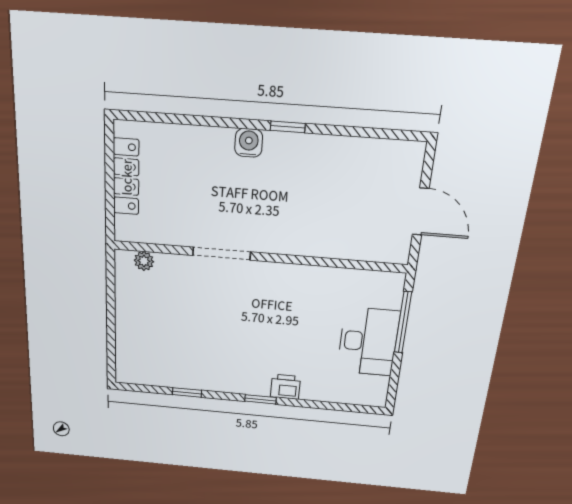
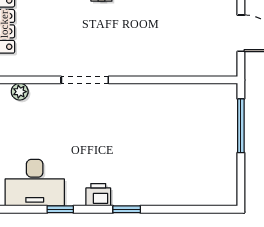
desk: (368, 342) -> (35, 183), moved, turned 90
printer: (285, 387) -> (98, 195), moved

